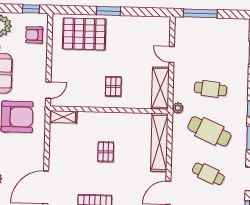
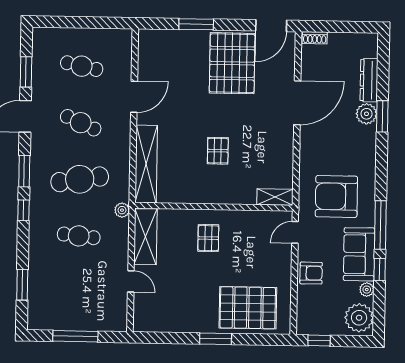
window: (200, 13) -> (75, 336), moved
armchair: (34, 35) -> (311, 273), moved
cafe table: (209, 131) -> (80, 179), turned -33

